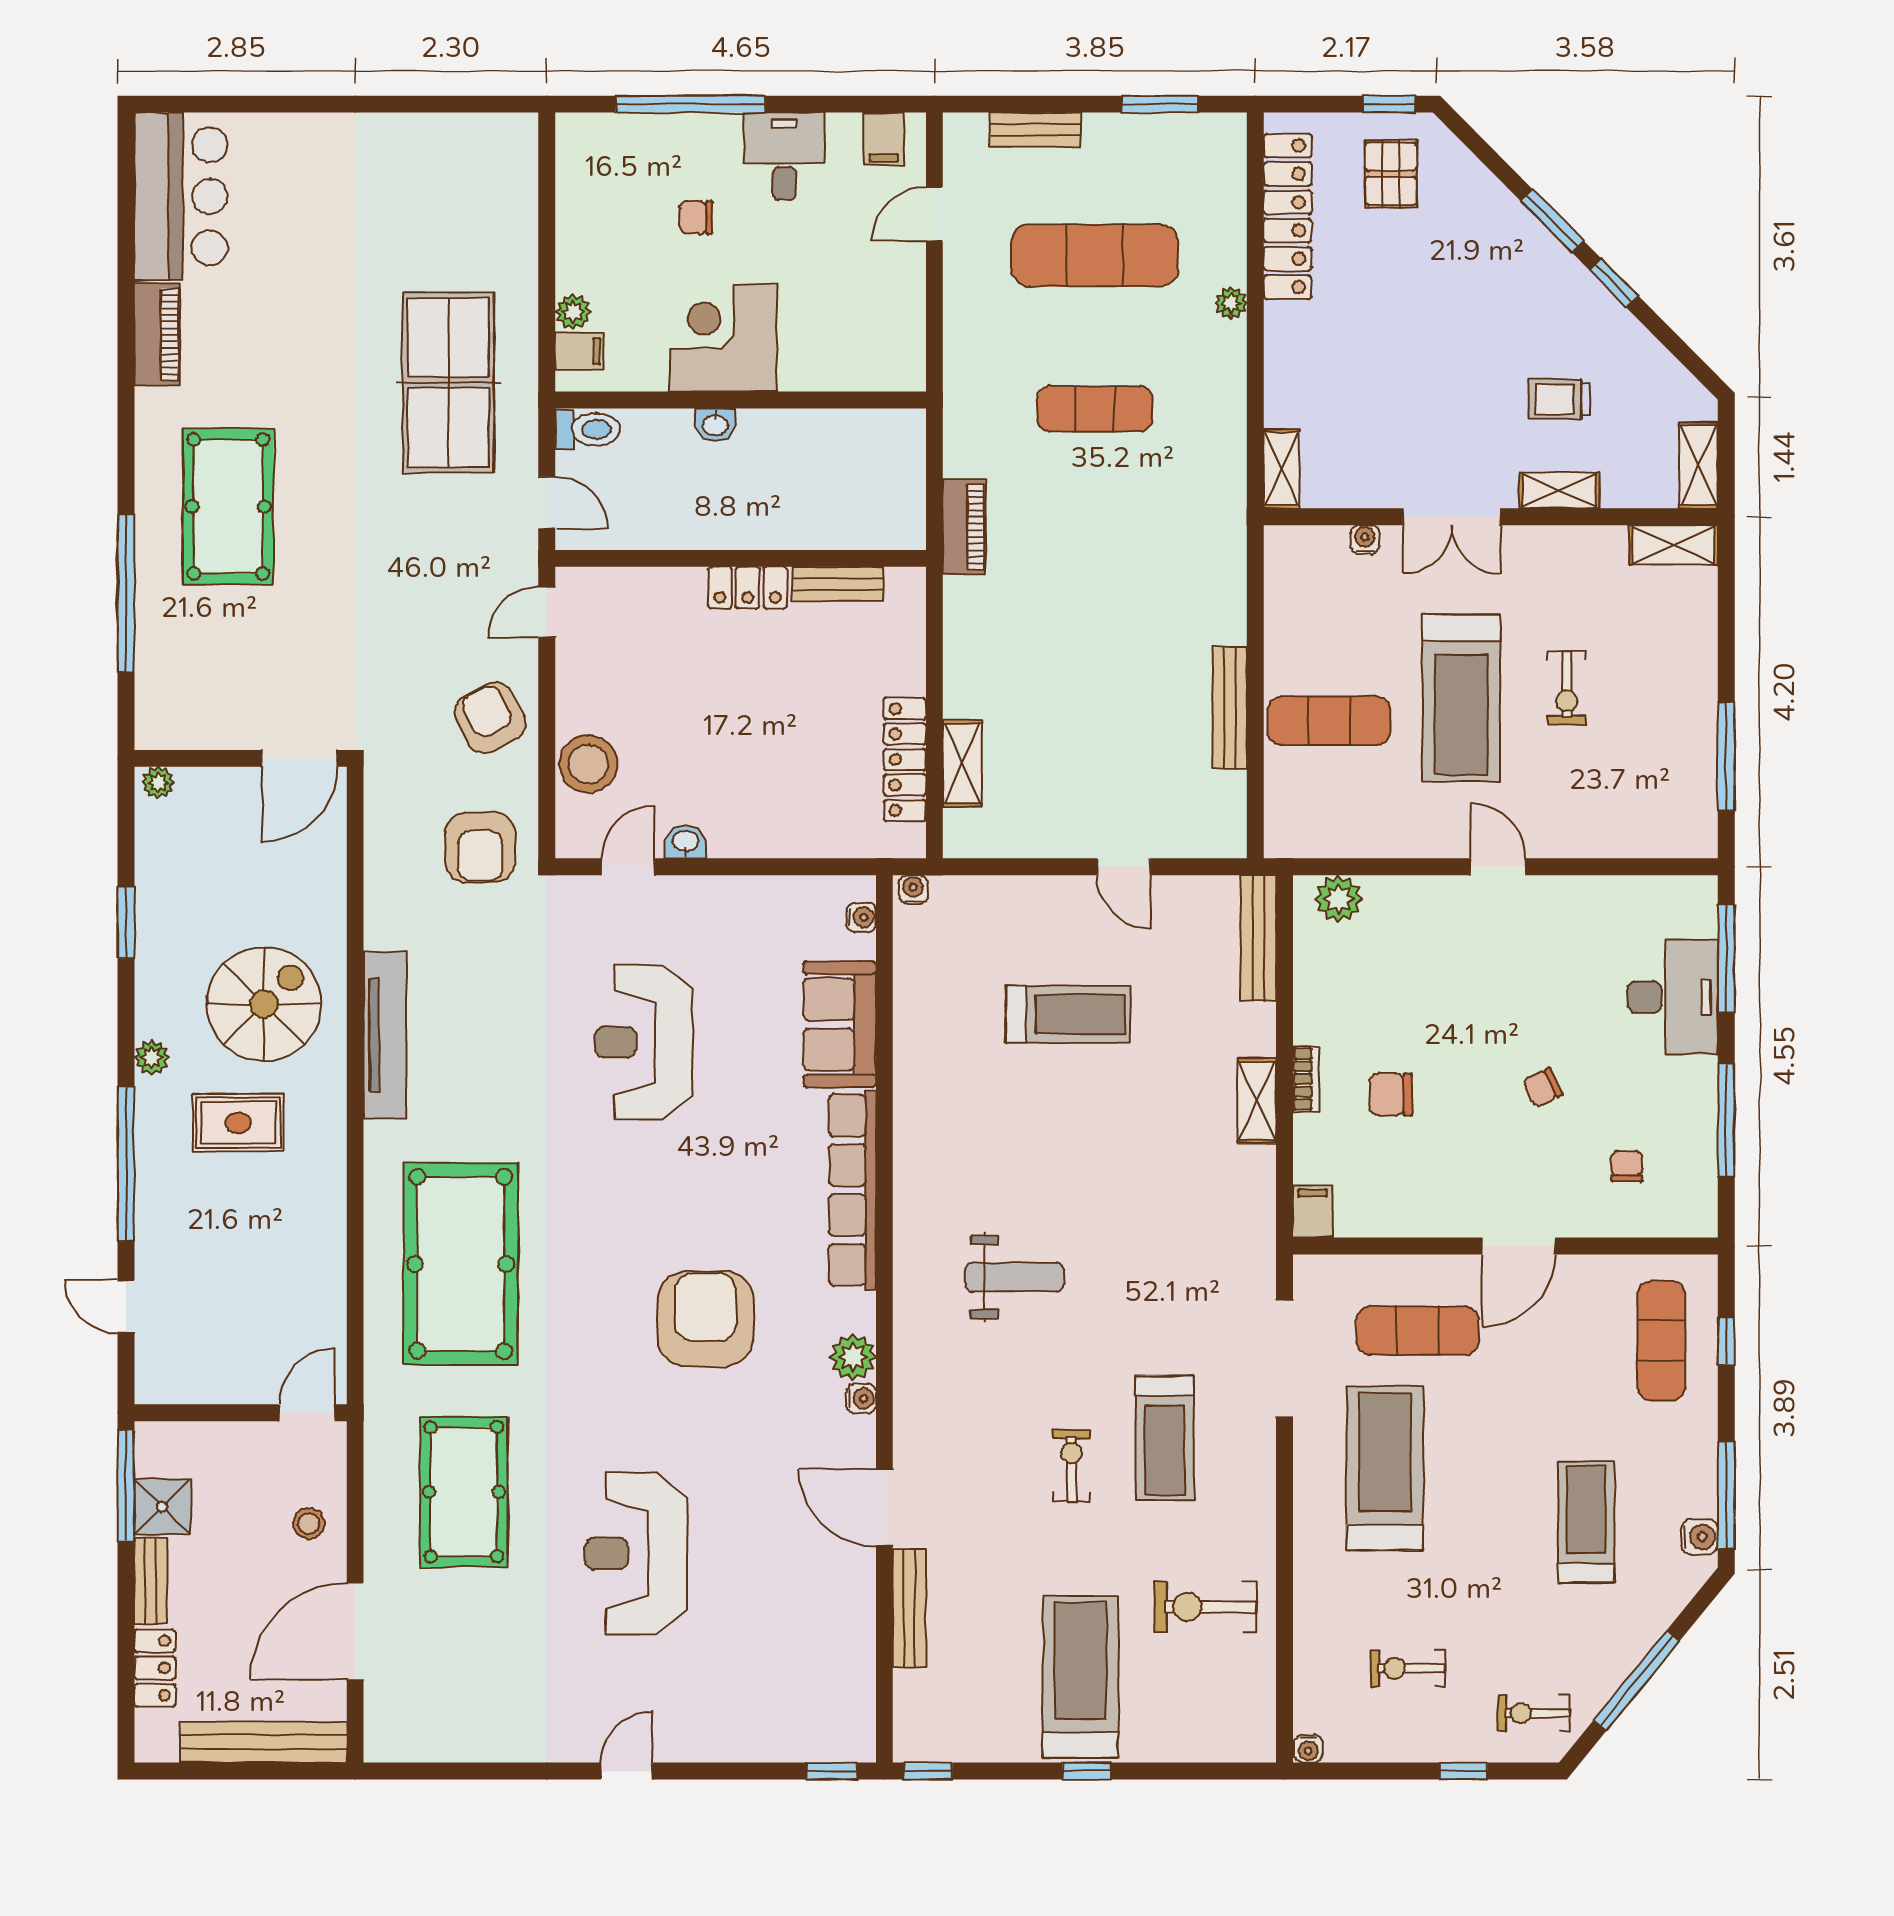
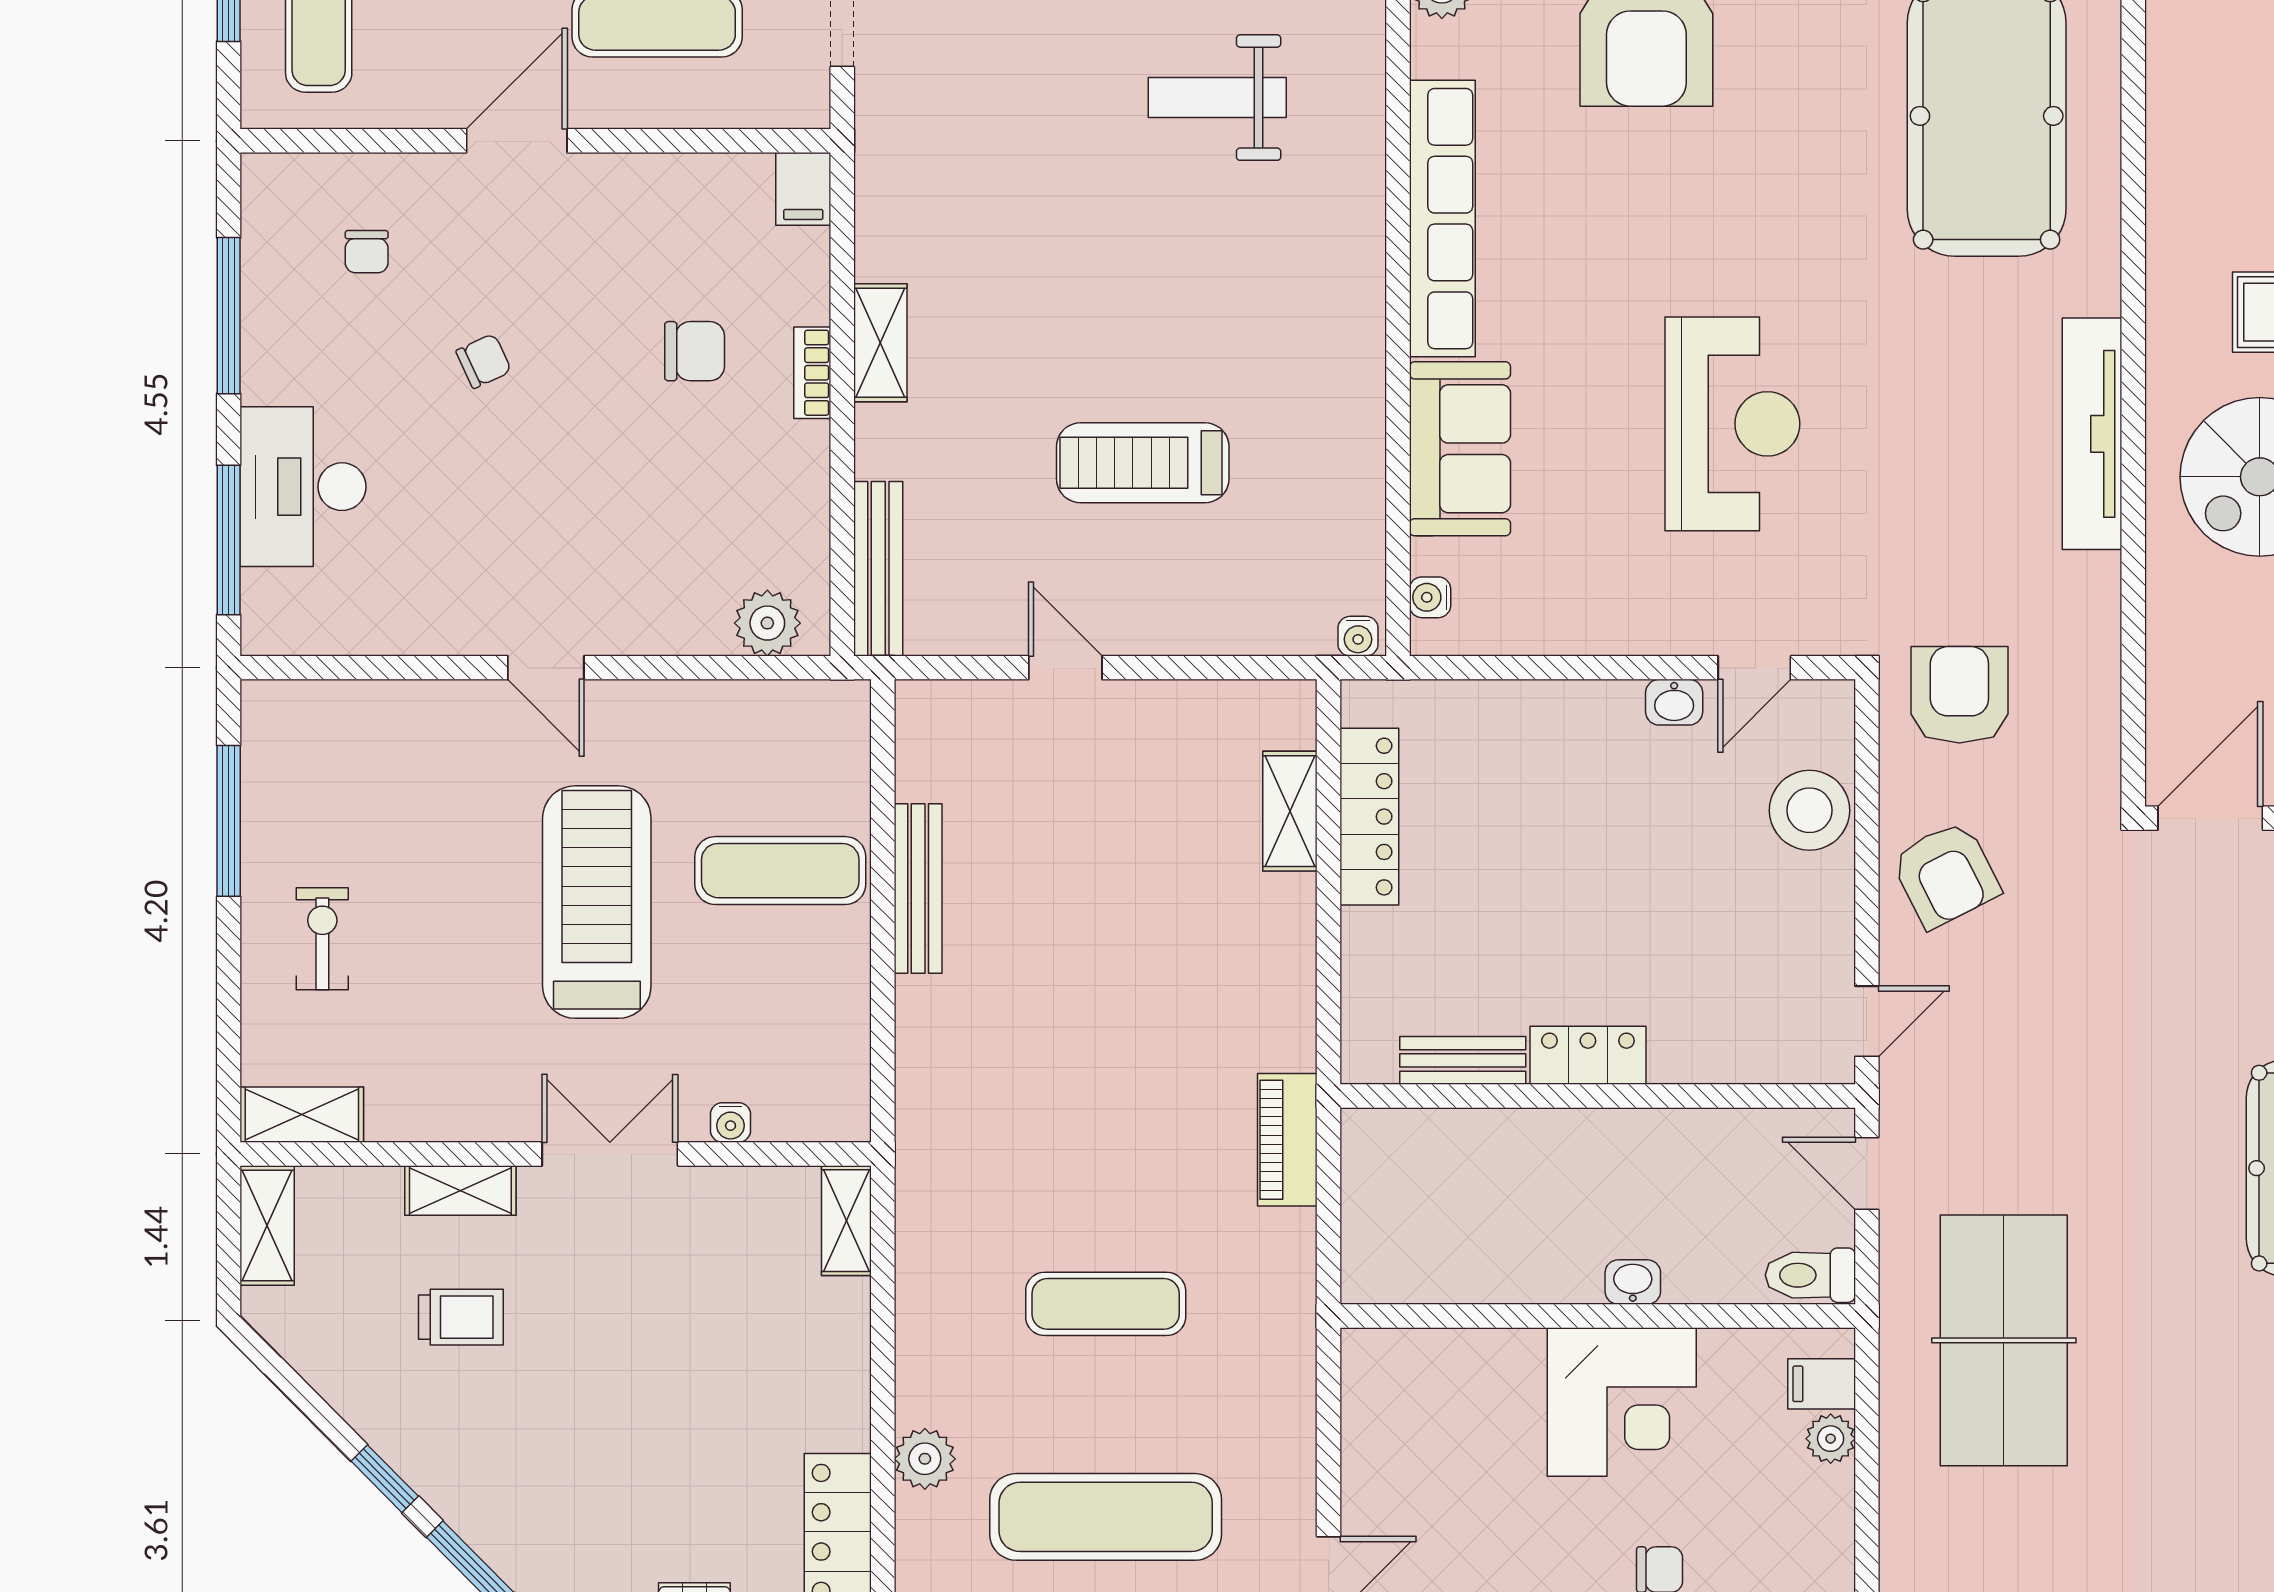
plant: (1231, 303) -> (925, 1459), width x1.38, depth x1.38
exercise bike: (1567, 688) -> (322, 939), moved

